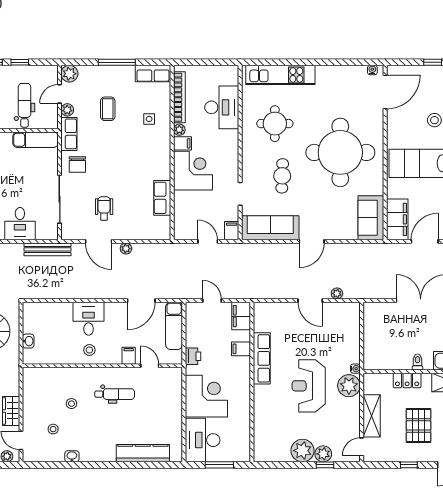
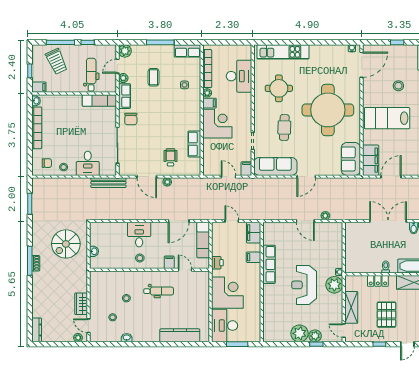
wheelchair: (104, 208) -> (170, 157), moved
door: (362, 447) -> (344, 331), hinge flipped

